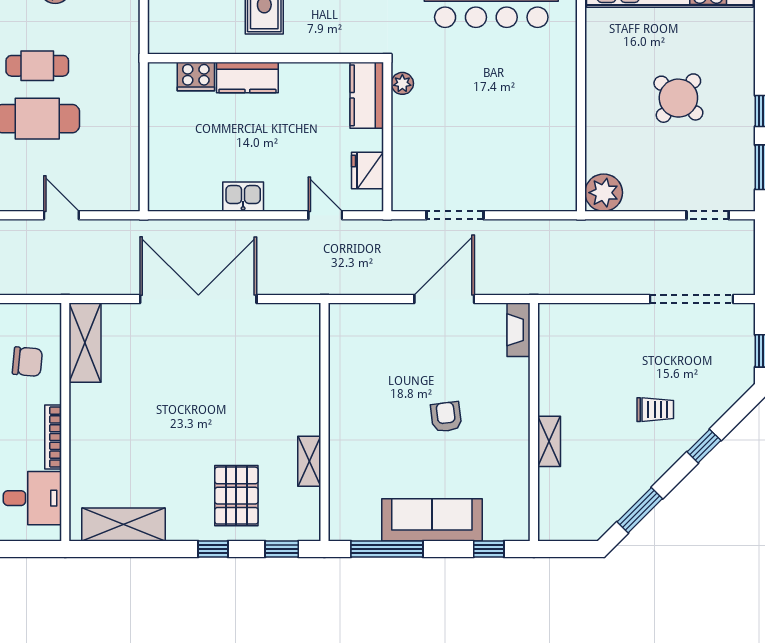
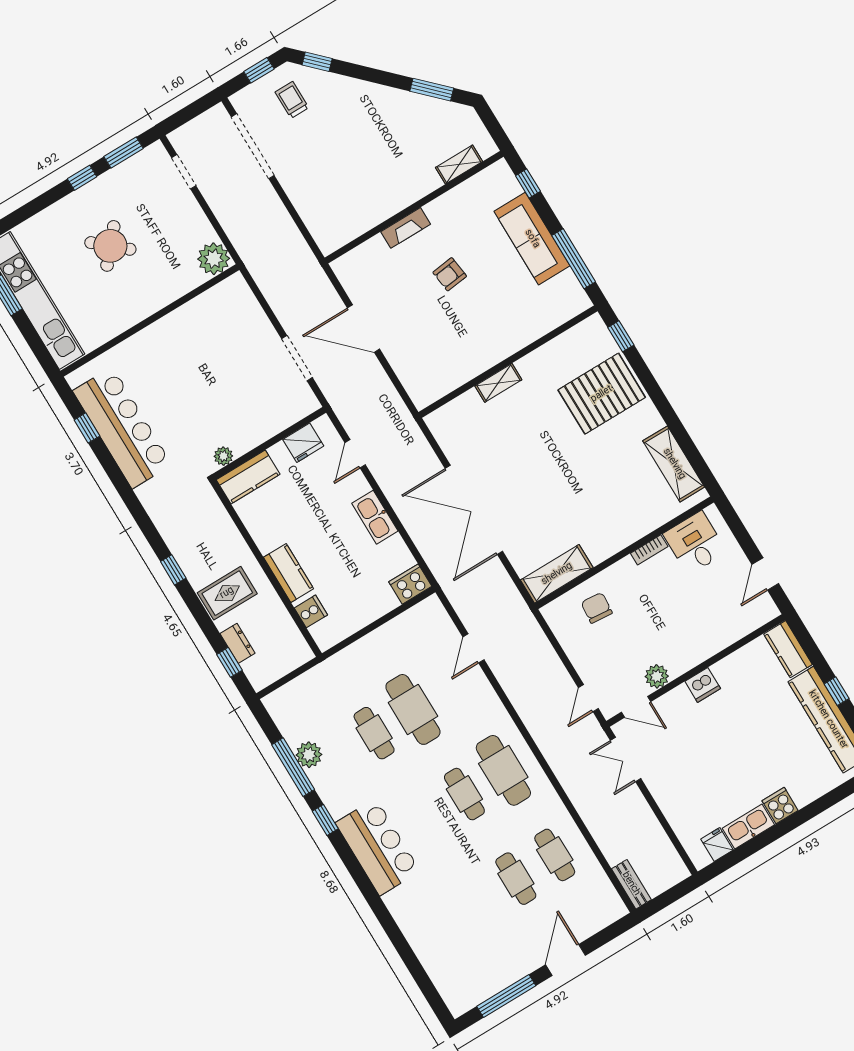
cooker: (196, 76) -> (311, 611), width x0.73
cooker: (163, 191) -> (410, 584), added
kitchen sink: (243, 197) -> (375, 517), width x1.38
fireplace: (518, 330) -> (406, 228), moved
trolley: (655, 410) -> (292, 100), moved
bookcase: (53, 437) -> (649, 550), width x0.64
shelving: (549, 441) -> (459, 165), moved
window: (704, 446) -> (317, 62), moved
shelving: (309, 461) -> (498, 383), moved
pallet: (236, 496) -> (602, 394), width x1.37, depth x1.41
window: (213, 549) -> (652, 387), removed

